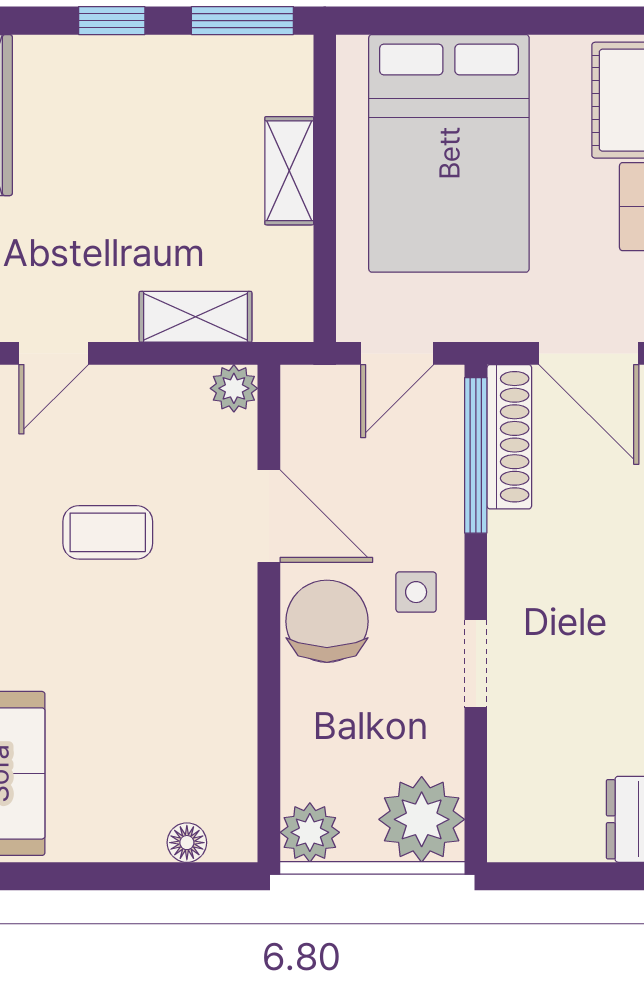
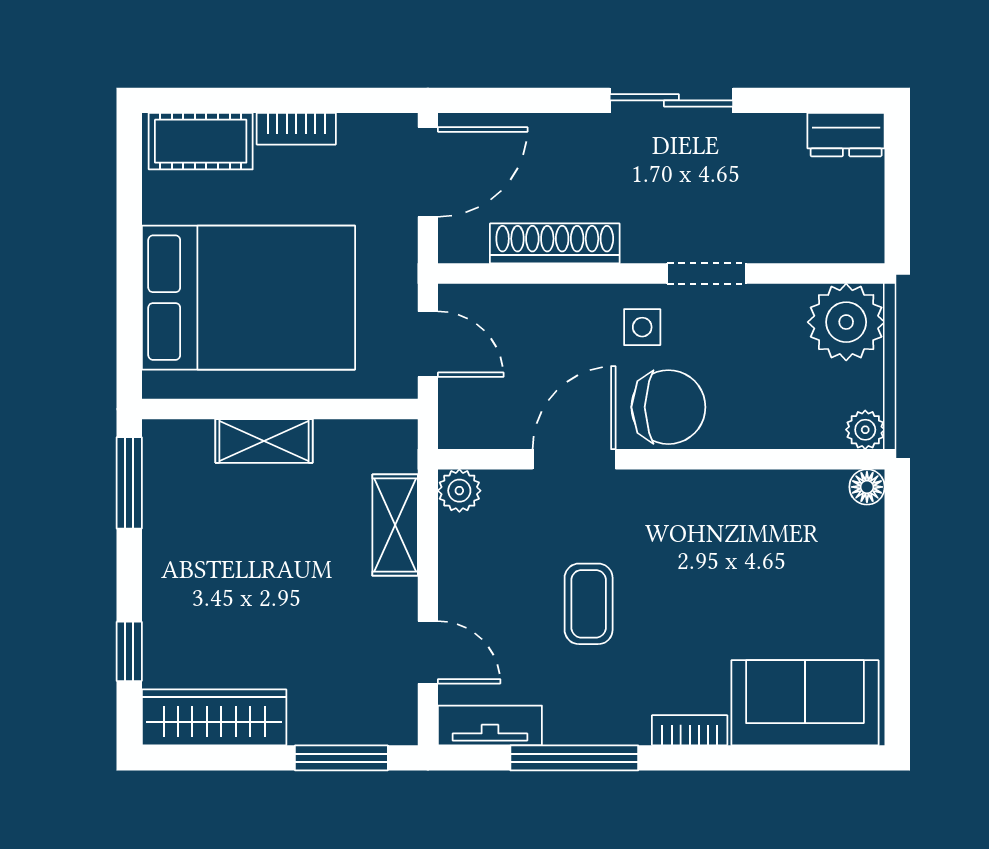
window: (112, 21) -> (129, 651), moved
shoe rack: (509, 437) -> (555, 243), moved
window: (476, 455) -> (519, 274), removed
chair: (327, 621) -> (668, 407), turned 180
plant: (310, 832) -> (865, 430), width x0.73, depth x0.73
floor lamp: (187, 843) -> (867, 487), moved

